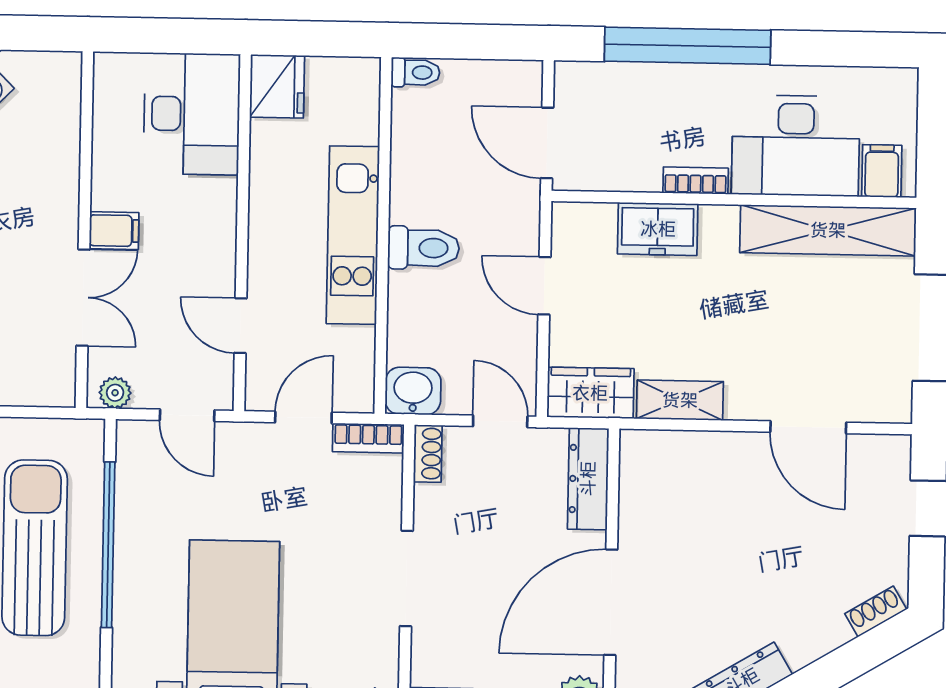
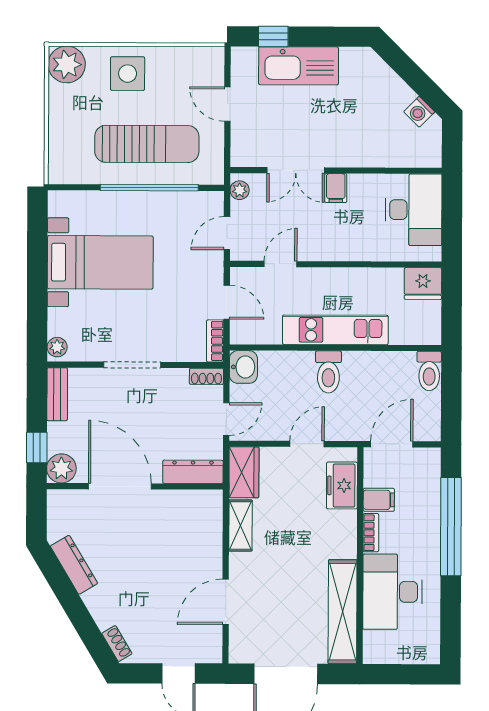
toilet: (415, 72) -> (429, 371), width x1.37, depth x1.39
desk: (192, 114) -> (414, 210), moved, turned -90
filing cabinet: (882, 171) -> (379, 500), moved
freezer: (658, 229) -> (342, 485), moved

